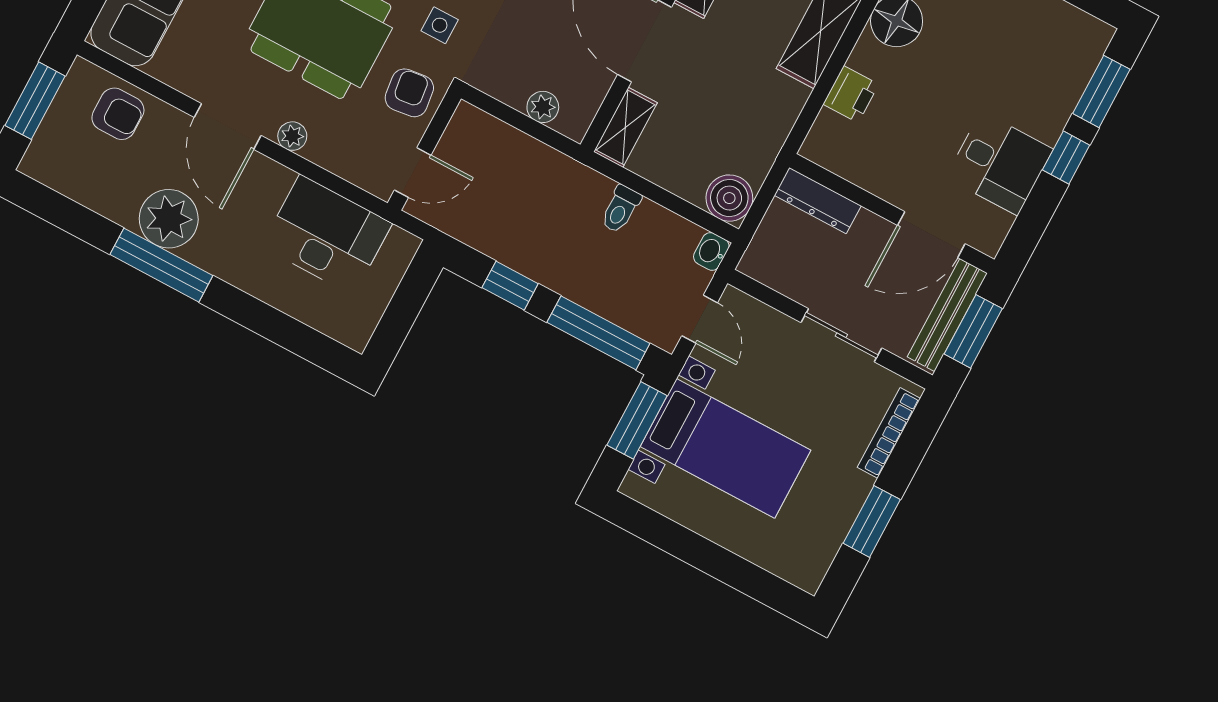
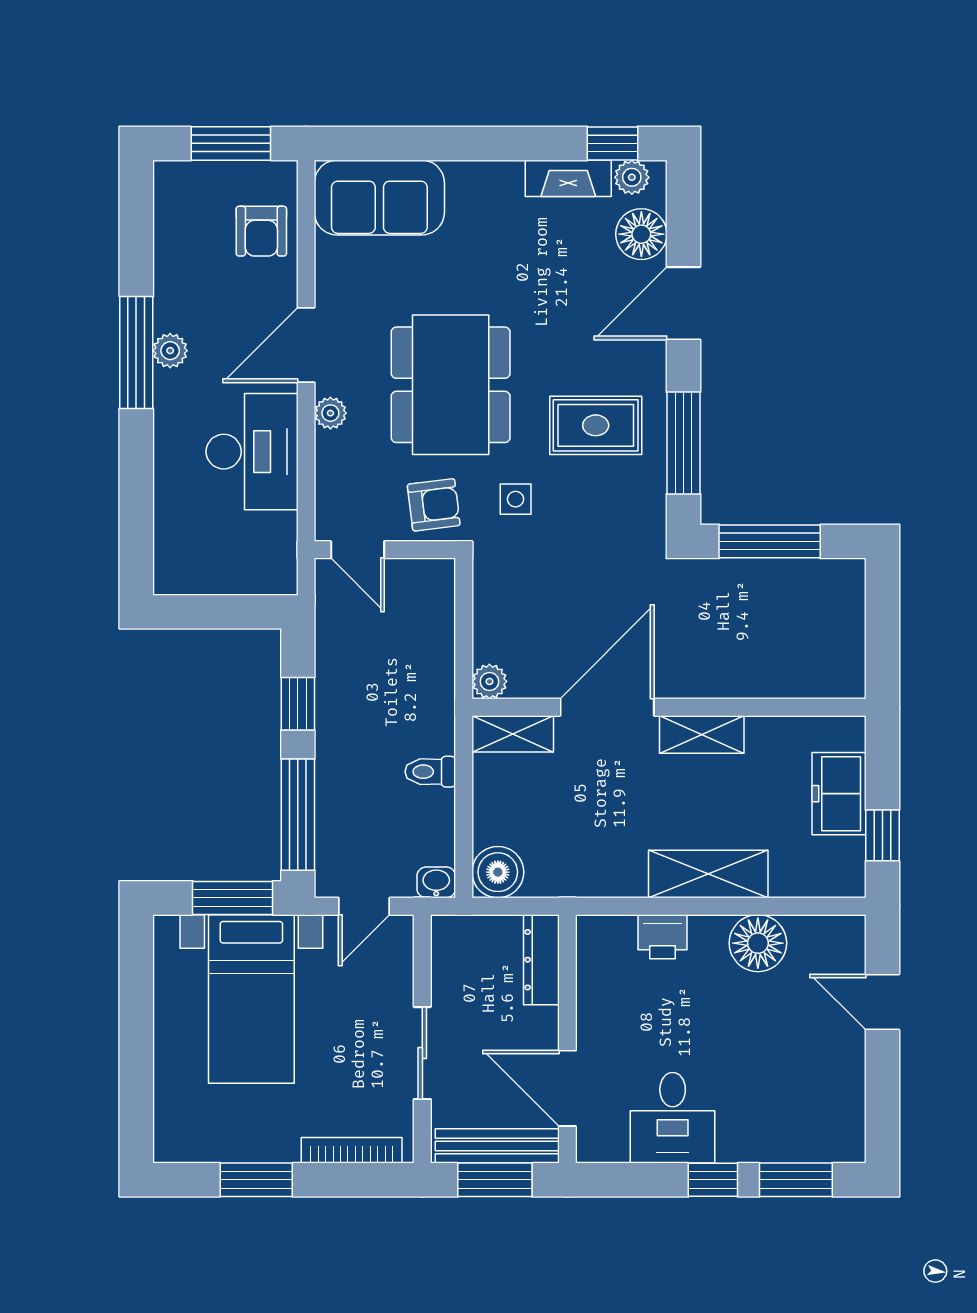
plant: (543, 107) -> (489, 681), moved
plant: (169, 219) -> (170, 351), width x0.53, depth x0.53
desk: (327, 235) -> (252, 452), moved

